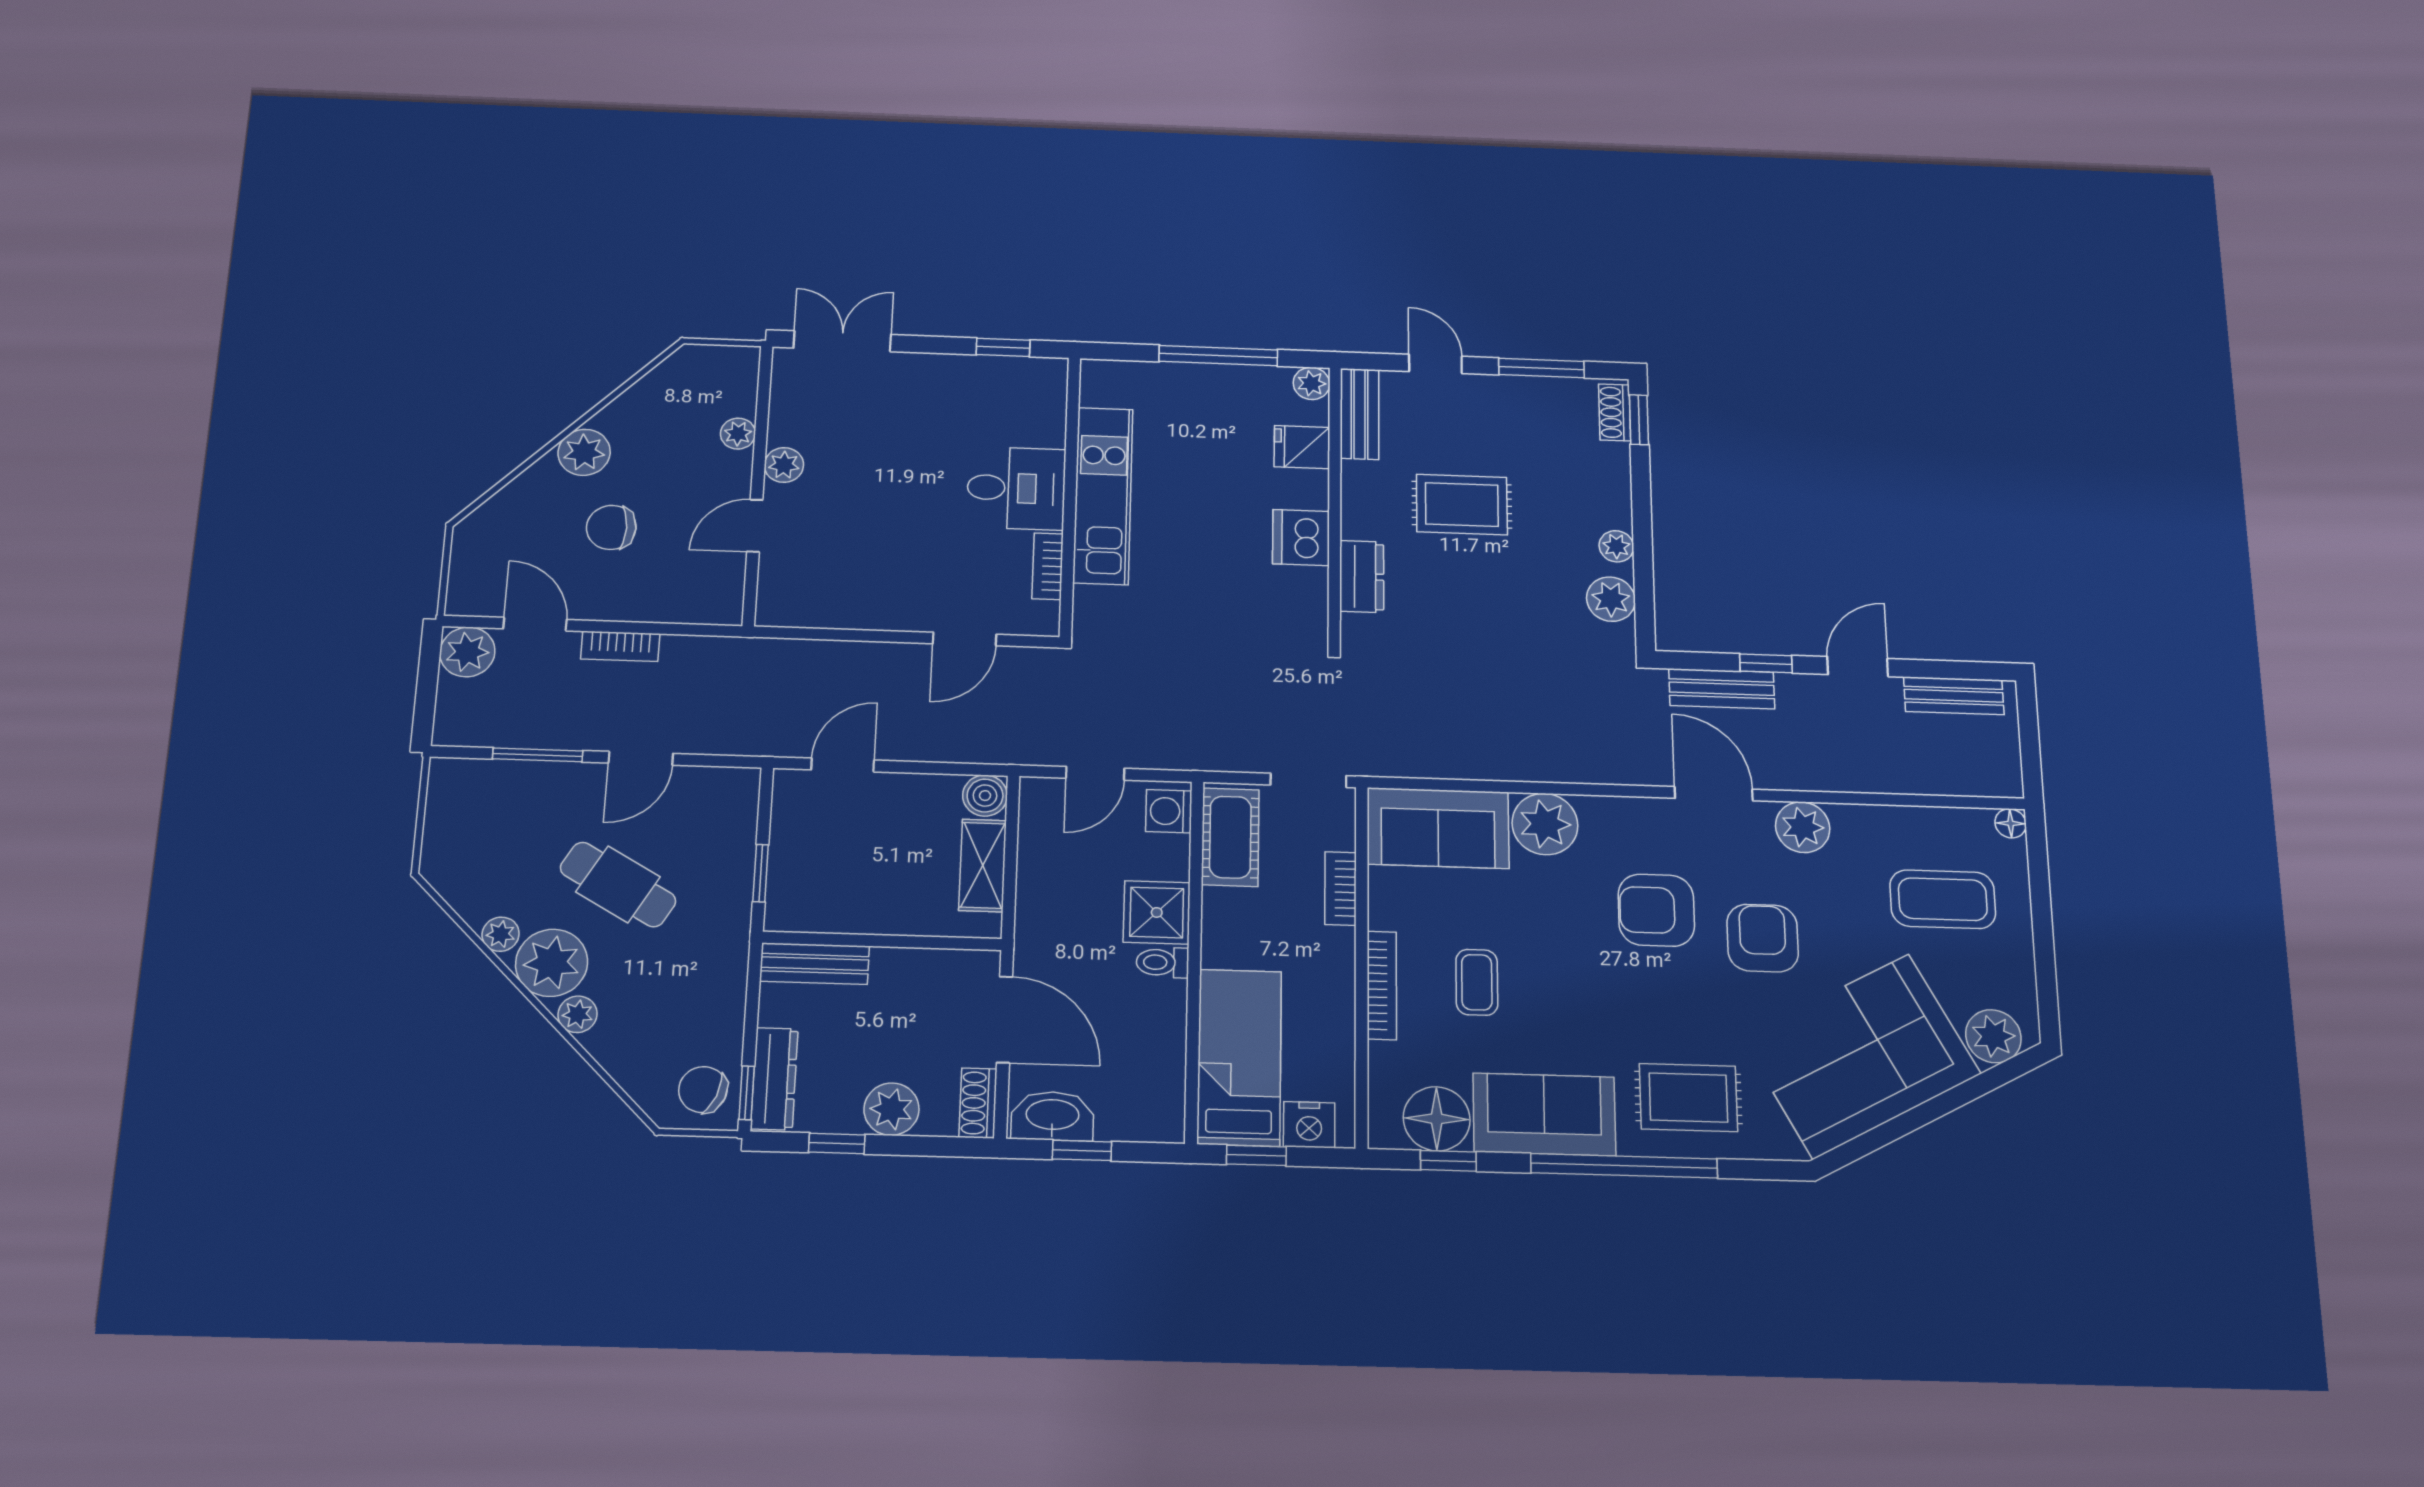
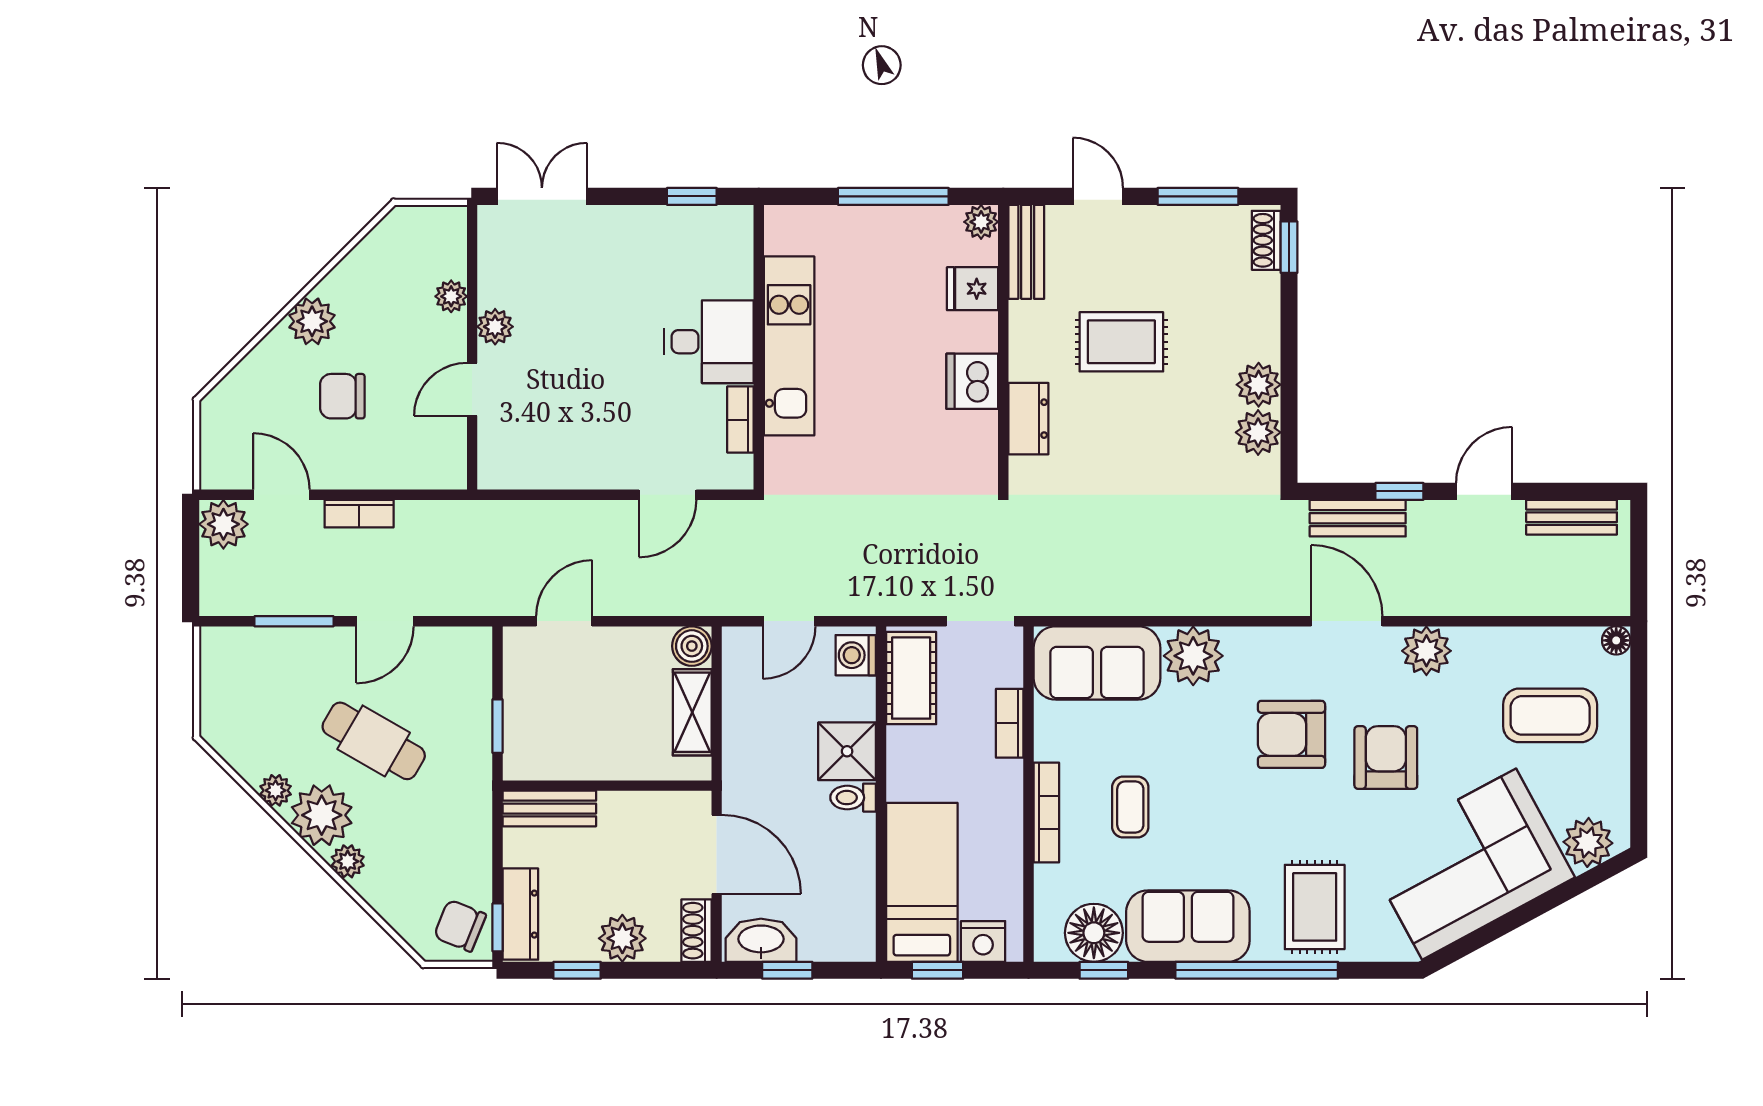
plant: (1616, 546) -> (1259, 385), width x1.38, depth x1.38
rug: (1688, 1098) -> (1315, 907), turned 90

